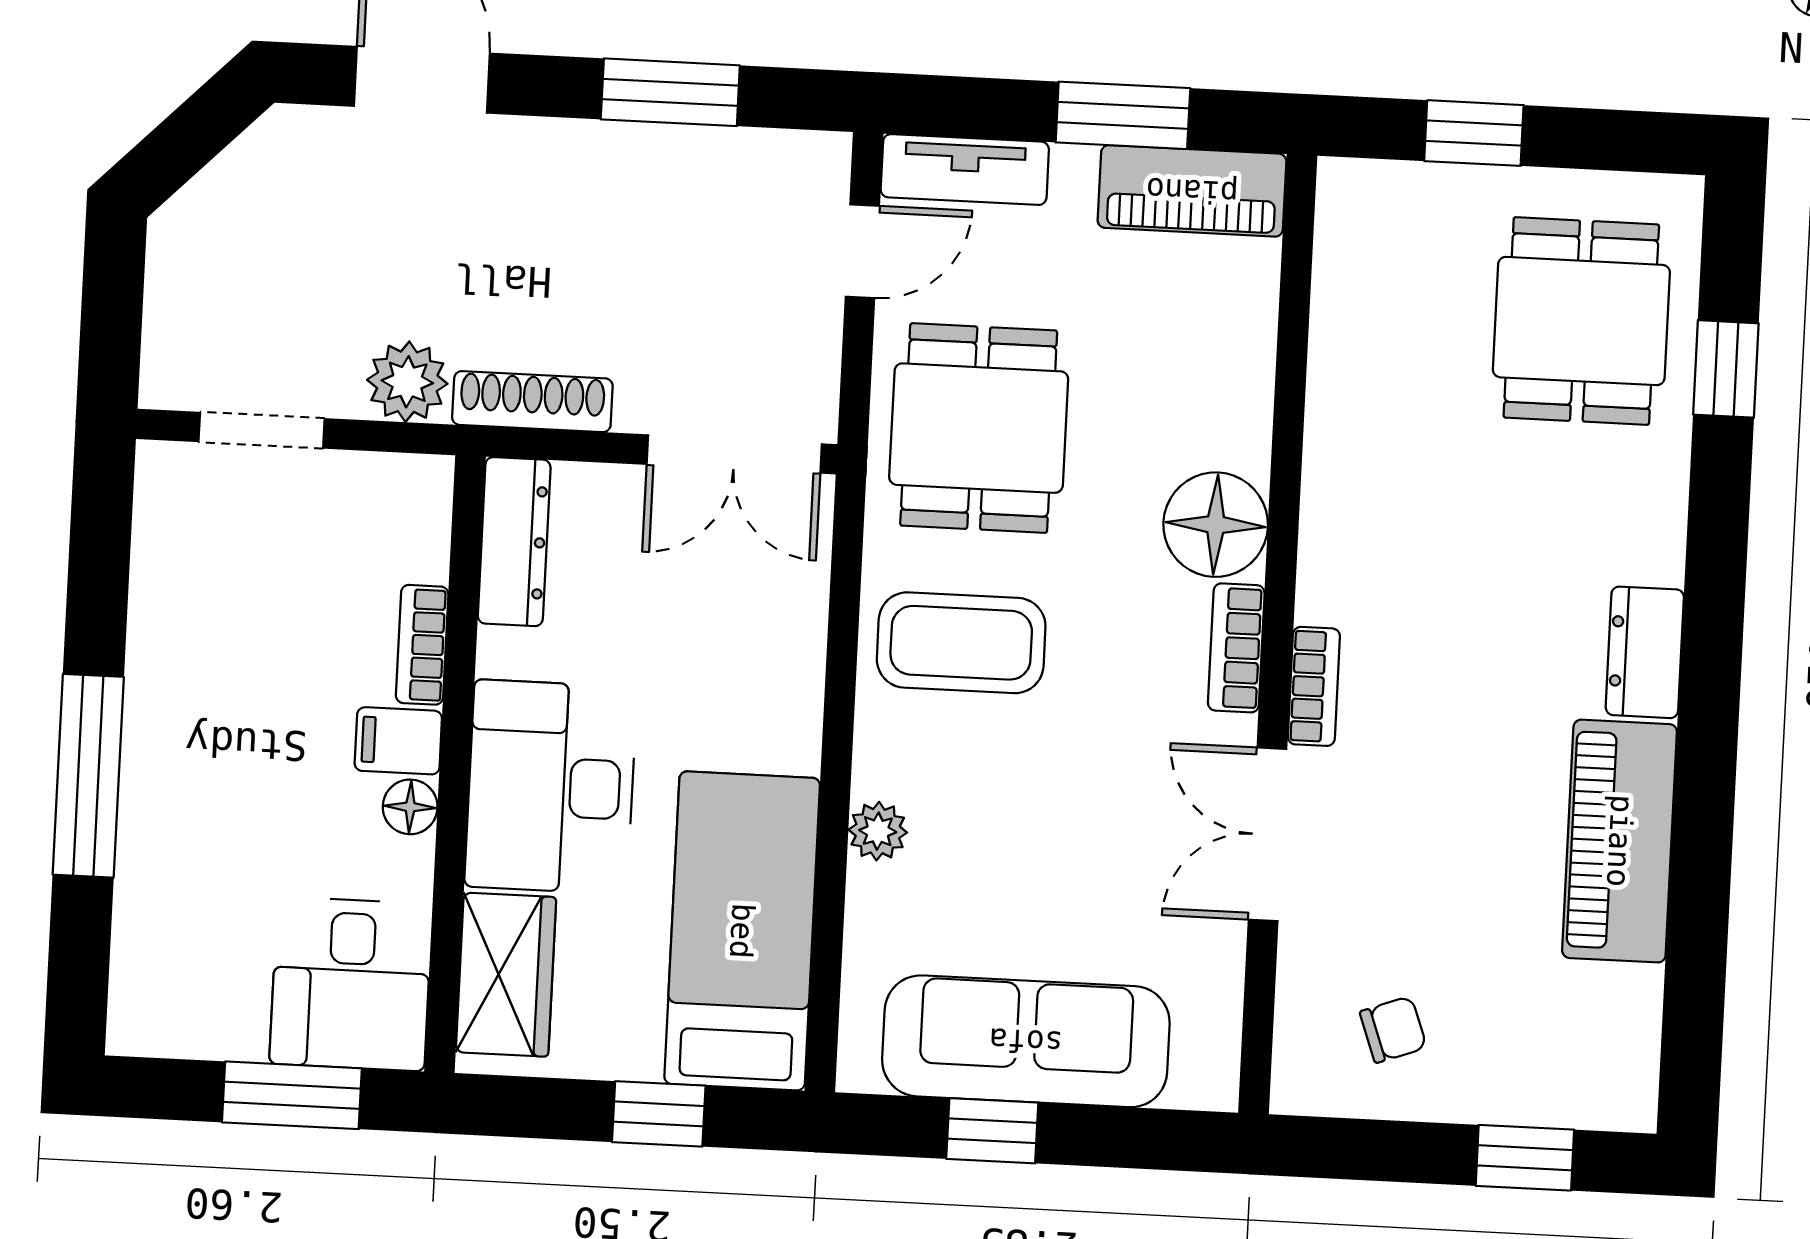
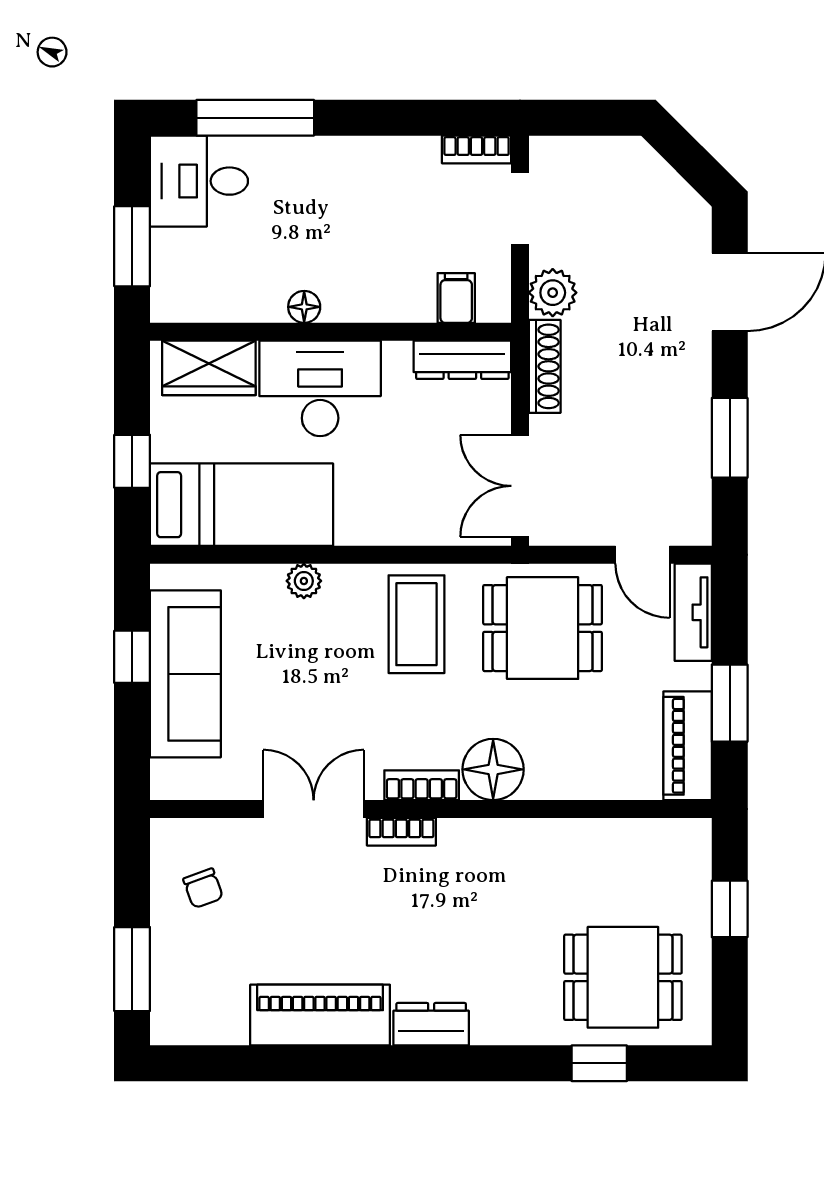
bookcase: (422, 645) -> (477, 149), moved, turned 180
filing cabinet: (398, 741) -> (456, 298), moved
window: (88, 776) -> (255, 118), moved
desk: (351, 984) -> (199, 181), moved
window: (1525, 1158) -> (132, 969), width x1.50

